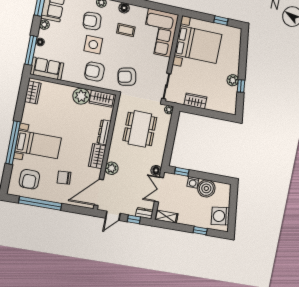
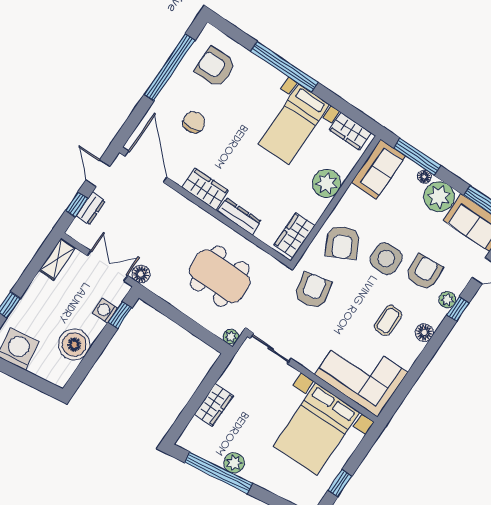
plant: (44, 25) -> (439, 197), width x1.88, depth x1.88
armchair: (95, 72) -> (343, 242), turned 153
window: (241, 86) -> (219, 473), width x3.17
plant: (81, 96) -> (327, 183), moved
wardrobe: (195, 101) -> (214, 405), moved
bed with nightstands: (38, 145) -> (294, 124), moved
plant: (112, 168) -> (176, 204), removed
washing machine: (193, 182) -> (105, 311), moved
dresser: (144, 213) -> (91, 208), moved

